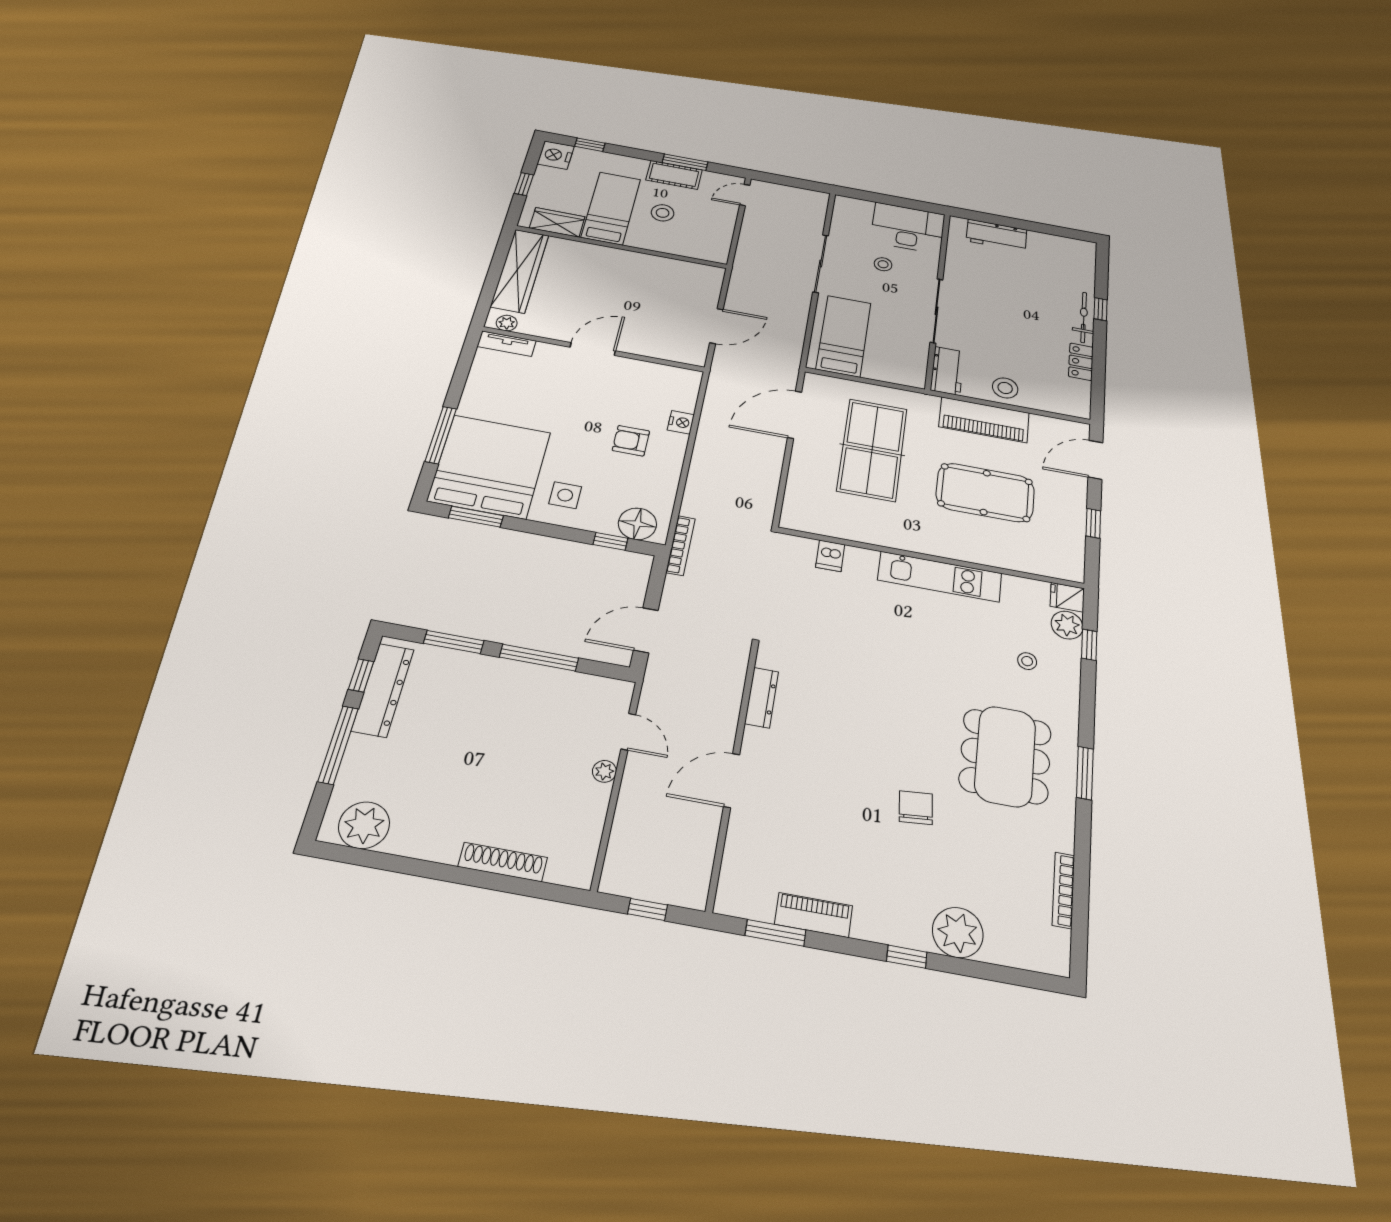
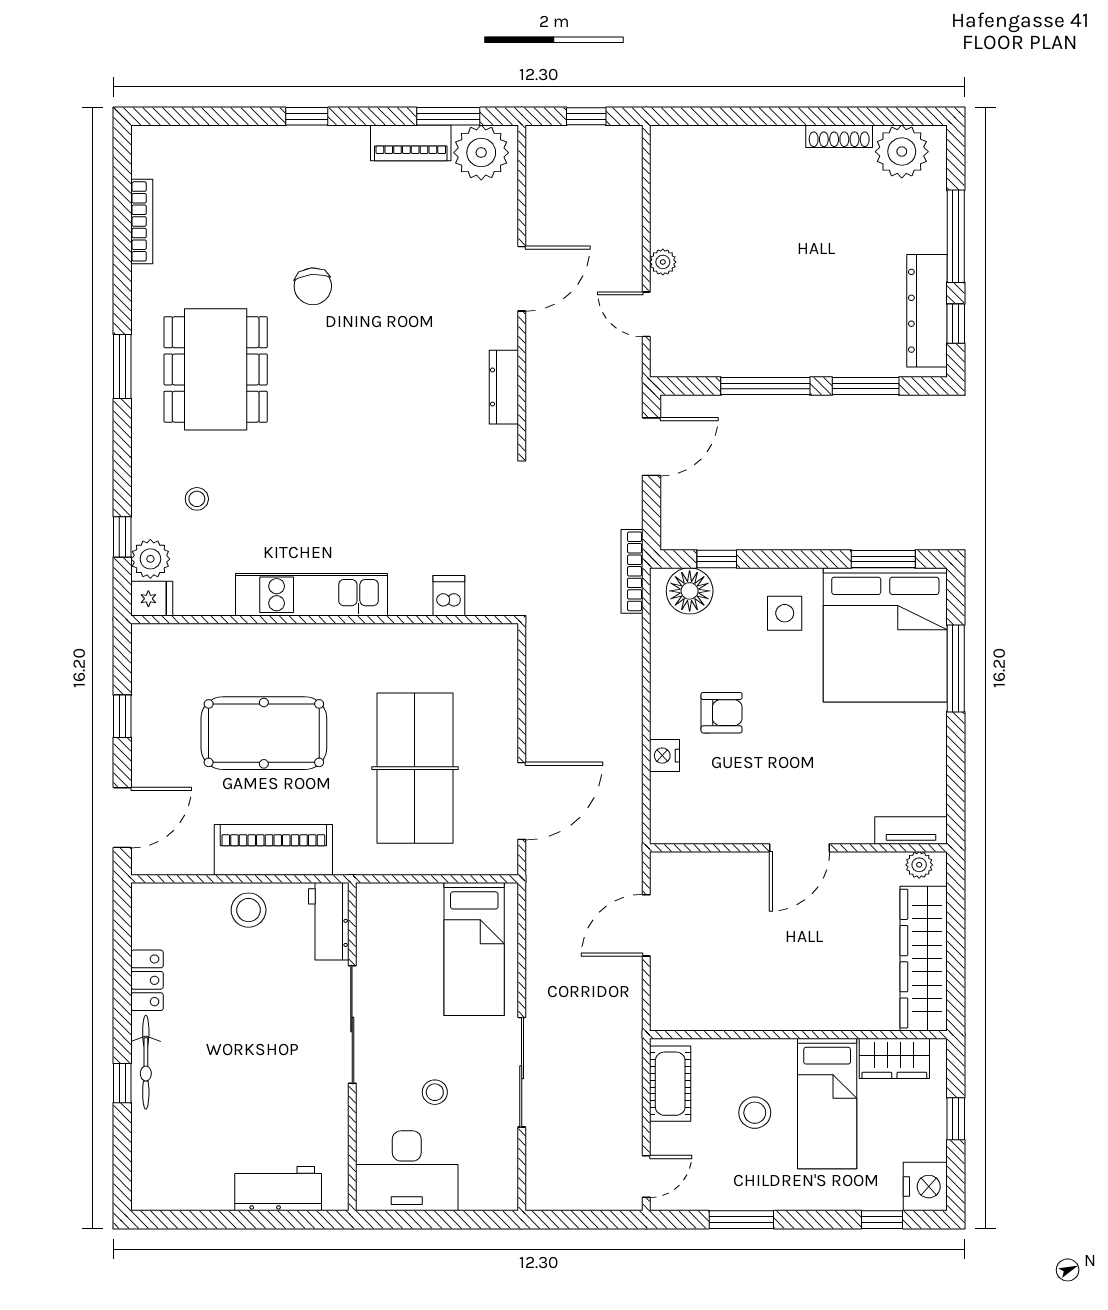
cot: (674, 175) -> (670, 1084), moved, turned 90
shoe rack: (503, 862) -> (839, 136), moved, width x0.74, depth x0.81
plant: (958, 932) -> (481, 153), moved

